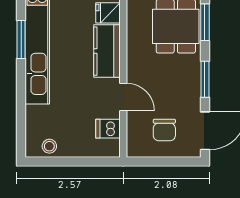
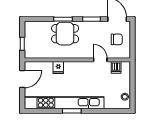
kitchen counter: (107, 51) -> (77, 68), removed
door: (123, 97) -> (100, 60), hinge flipped

